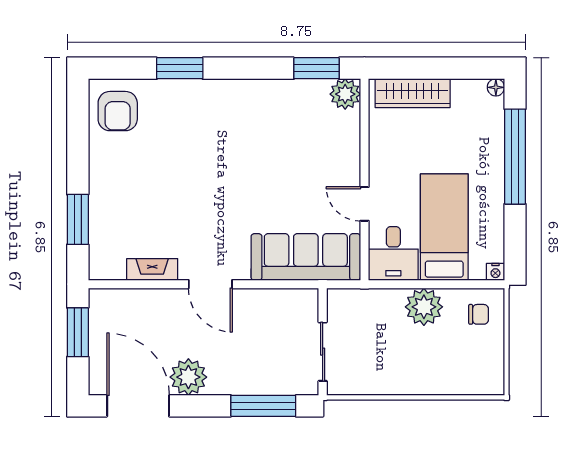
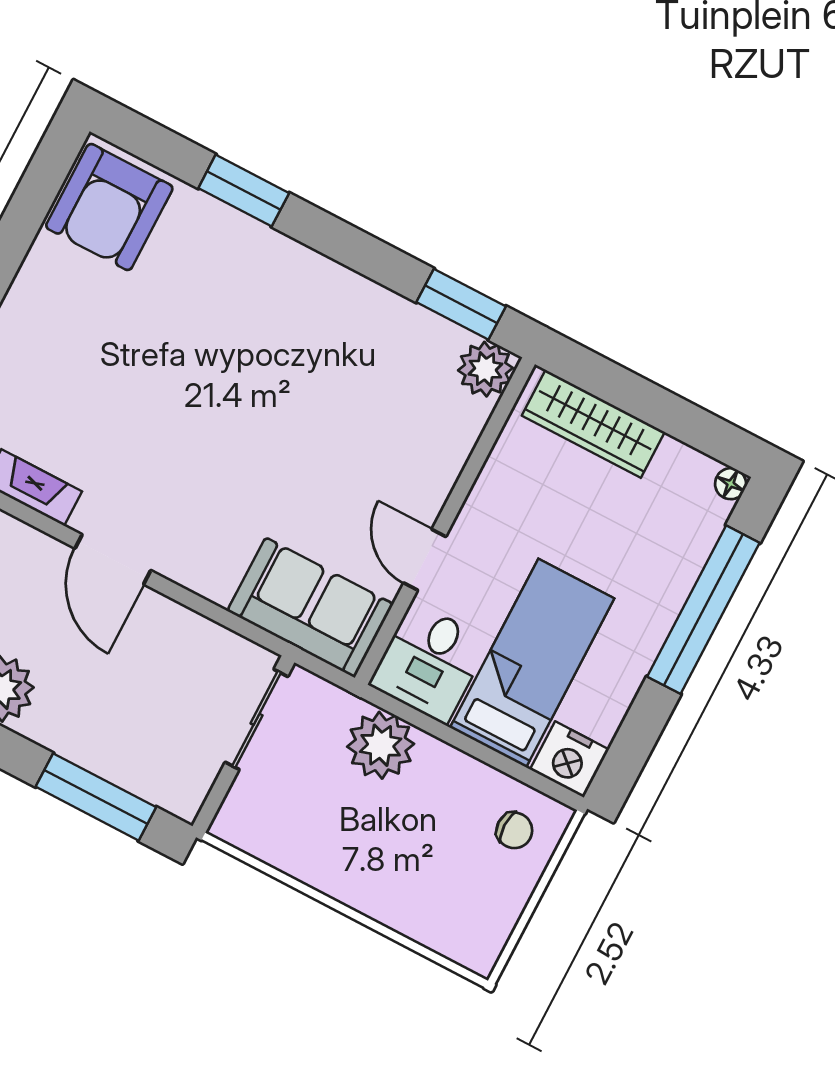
armchair: (118, 111) -> (109, 207), width x1.36, depth x1.36
sofa: (306, 257) -> (310, 608), width x0.73
nightstand: (495, 272) -> (569, 759), width x1.89, depth x1.79
plant: (424, 307) -> (381, 745), moved
sliding door: (323, 352) -> (257, 719), moved

